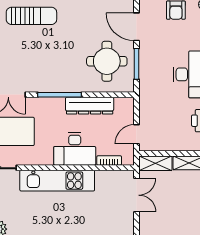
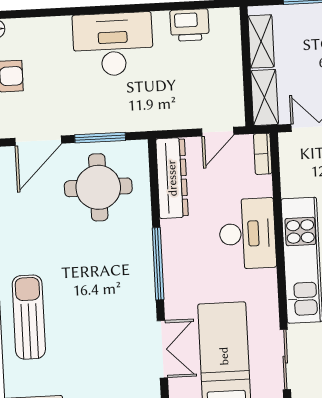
dresser: (90, 106) -> (172, 178), moved
door: (136, 134) -> (218, 132), hinge flipped
bookcase: (109, 160) -> (263, 154), moved

